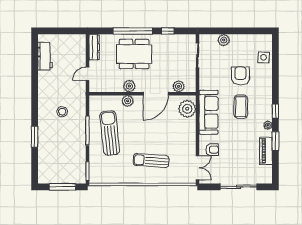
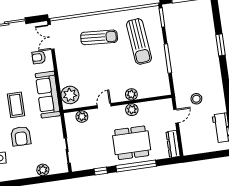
door: (156, 94) -> (104, 106), width x0.53
stool: (62, 112) -> (196, 99), moved
sun lounger: (110, 133) -> (139, 41), moved

